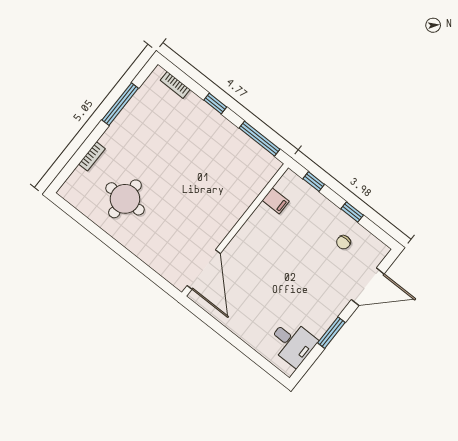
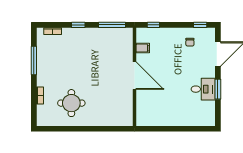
window: (352, 212) -> (200, 25), moved
door: (204, 269) -> (135, 76), moved
desk: (292, 343) -> (203, 89), moved

